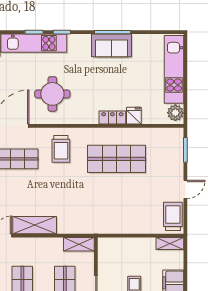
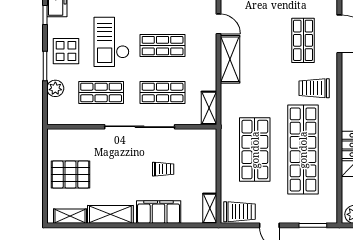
shop shelf: (117, 159) -> (303, 150), width x1.40
shop shelf: (117, 203) -> (255, 150), added

